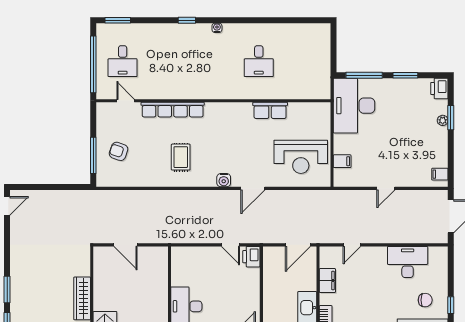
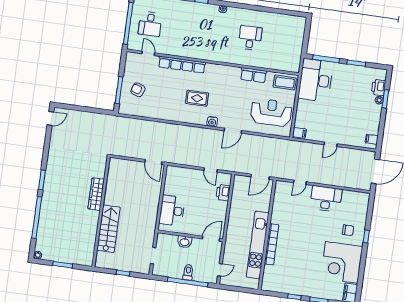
desk: (259, 61) -> (250, 38), turned 180
printer: (439, 88) -> (378, 87), moved
coffee table: (313, 114) -> (285, 83), added
rug: (181, 157) -> (197, 98), moved, turned 90
reception desk: (301, 157) -> (271, 112), turned 180
filing cabinet: (342, 161) -> (299, 133), moved
door: (126, 245) -> (153, 162), moved
printer: (251, 257) -> (223, 193), moved
desk: (408, 262) -> (326, 199), moved
filing cabinet: (327, 281) -> (278, 206), removed

